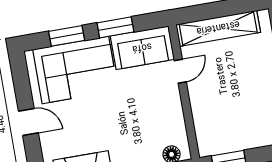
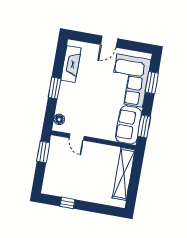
window: (115, 27) -> (144, 126), moved
door: (180, 71) -> (77, 137), moved

